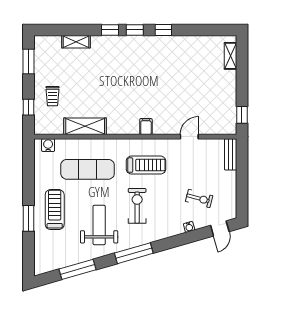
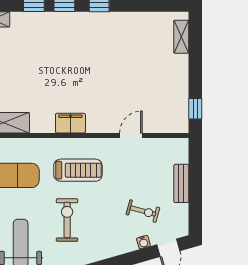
filing cabinet: (146, 127) -> (70, 123), width x2.00
bench: (231, 154) -> (181, 183), moved
water cooler: (189, 227) -> (143, 242), moved

